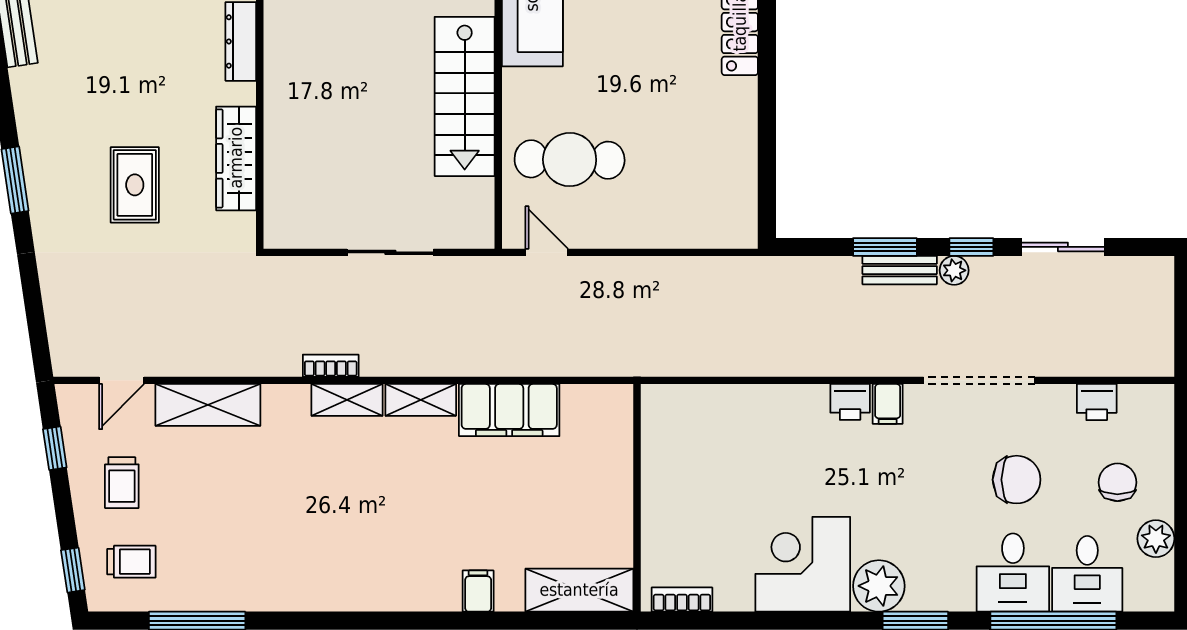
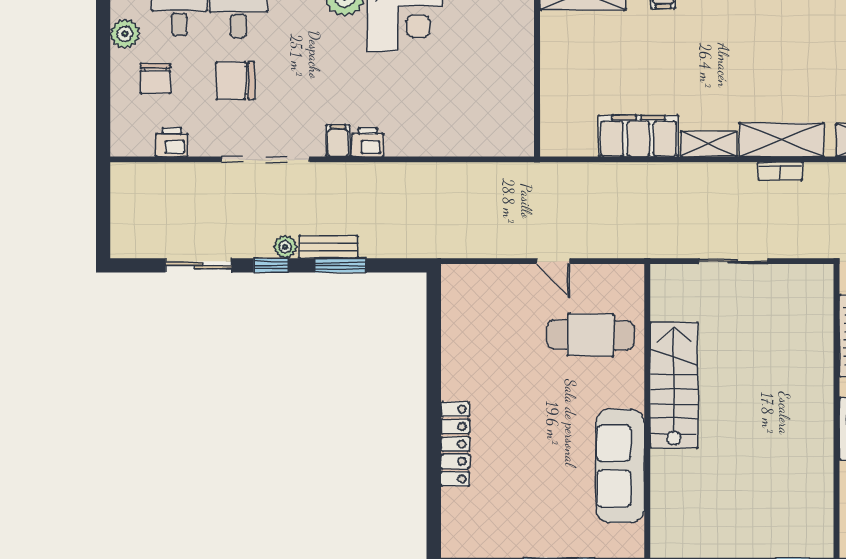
door: (547, 252) -> (553, 261), moved
shelving: (347, 400) -> (781, 140), width x1.50, depth x1.33

